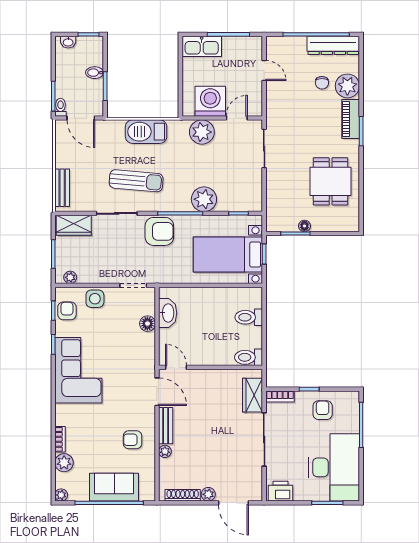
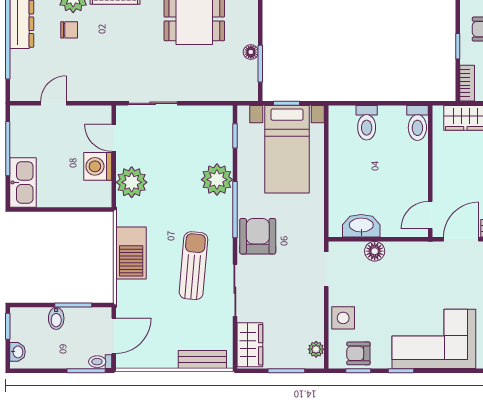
washing machine: (210, 101) -> (98, 166), width x0.73, depth x0.73

